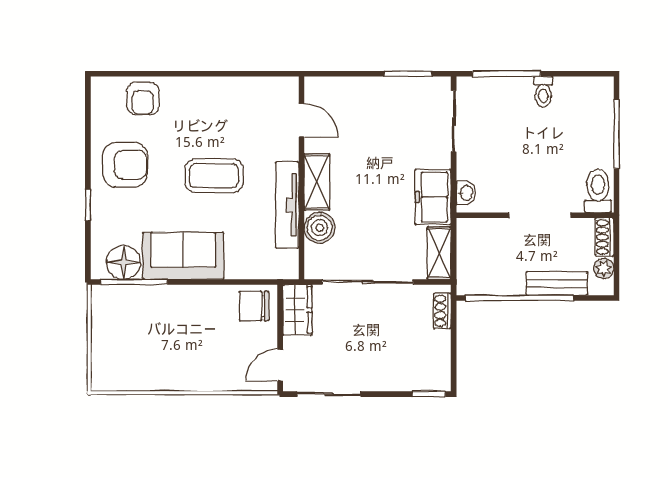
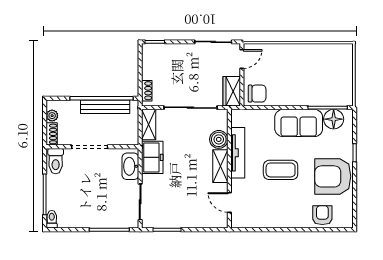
toilet: (543, 92) -> (52, 219), moved
armchair: (125, 165) -> (333, 176), width x1.36, depth x1.36
washbasin: (466, 193) -> (130, 166), width x1.91, depth x1.45
bench: (557, 284) -> (105, 107), moved, width x1.36

